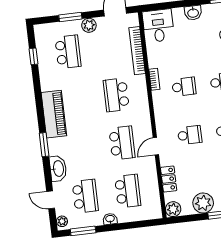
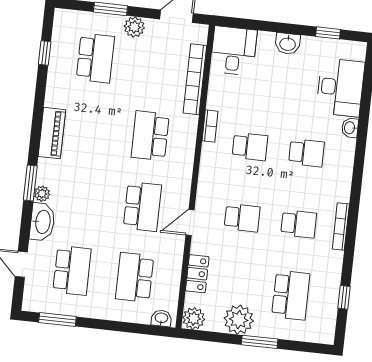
piano: (54, 114) -> (52, 133), width x0.73, depth x0.75
school desk: (128, 191) -> (135, 277), turned 180
washbasin: (110, 219) -> (161, 318), moved
plant: (62, 221) -> (42, 194), moved

